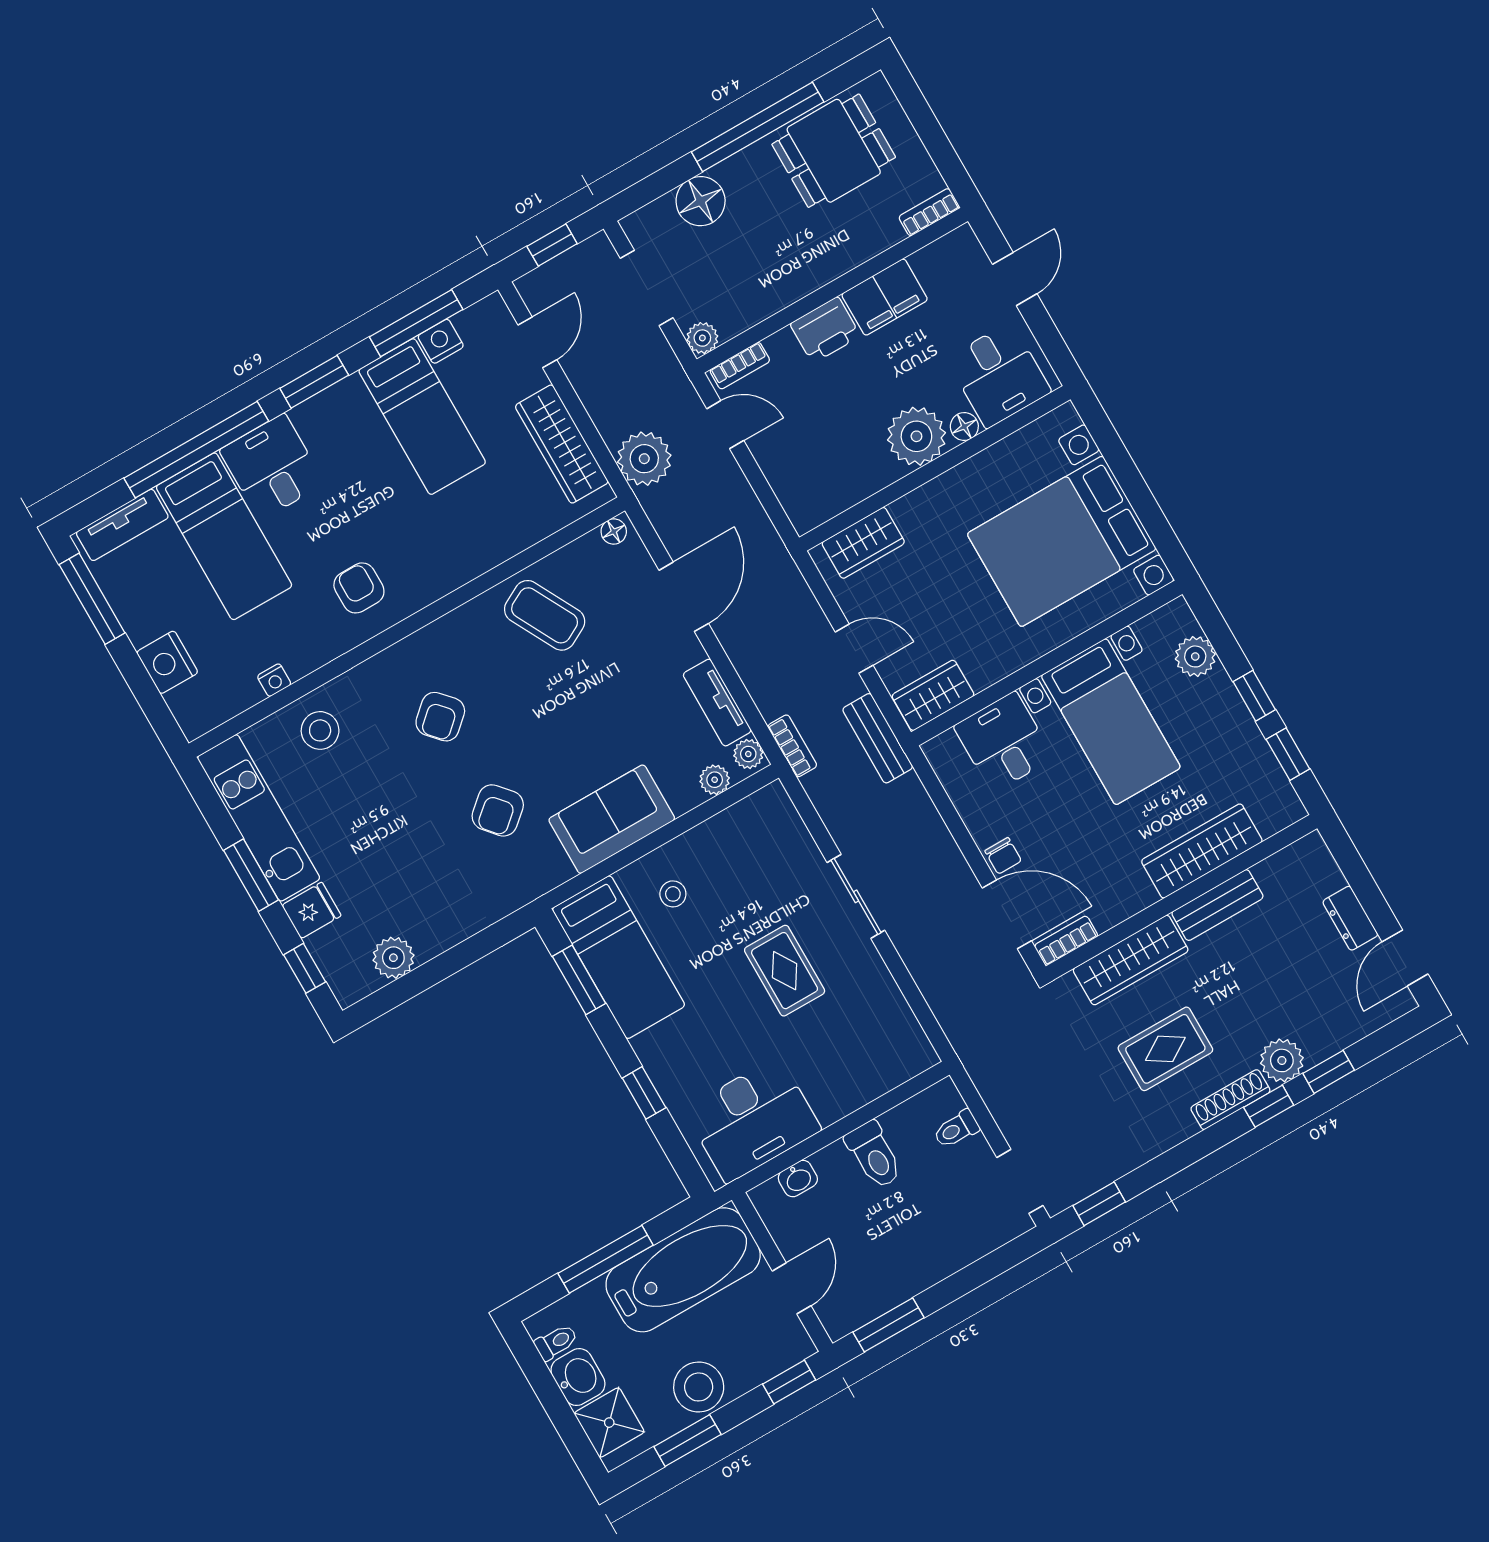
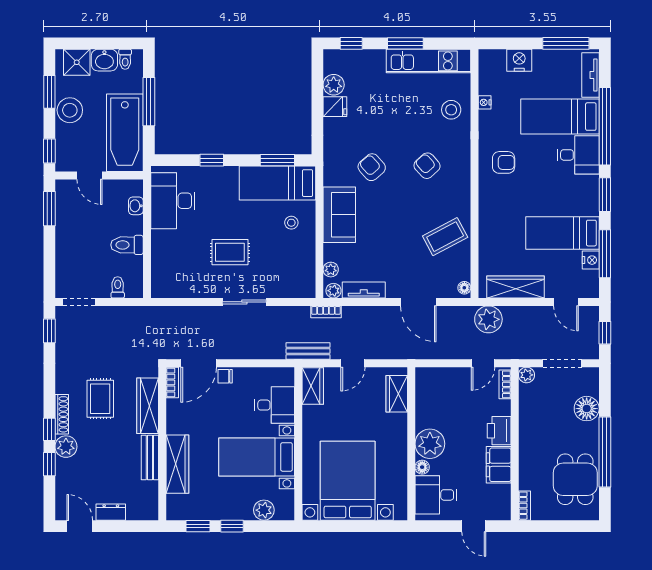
fridge: (311, 910) -> (335, 107), moved, turned -90

